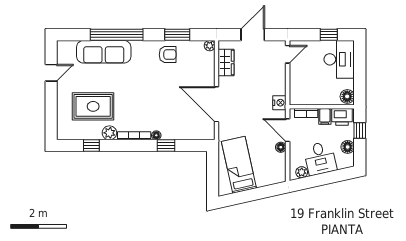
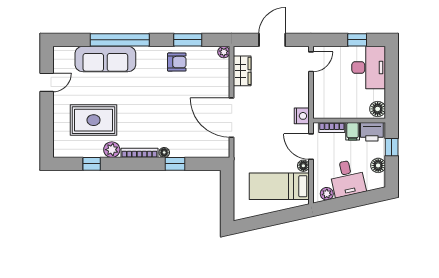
bed: (239, 165) -> (279, 186), moved, turned -77

